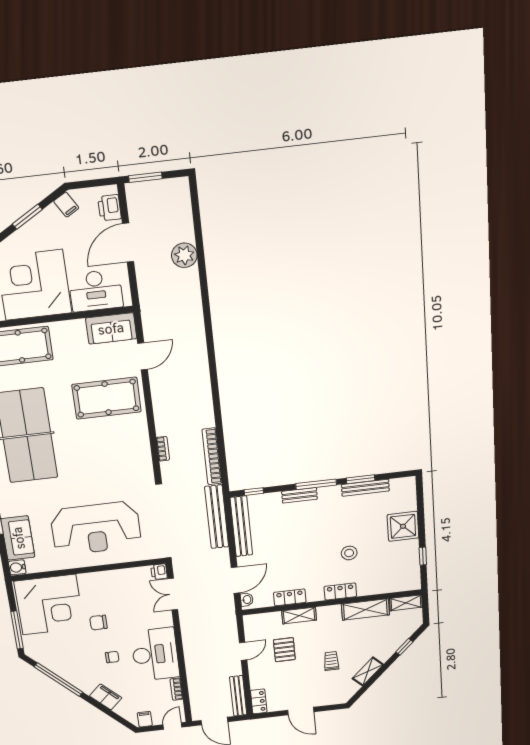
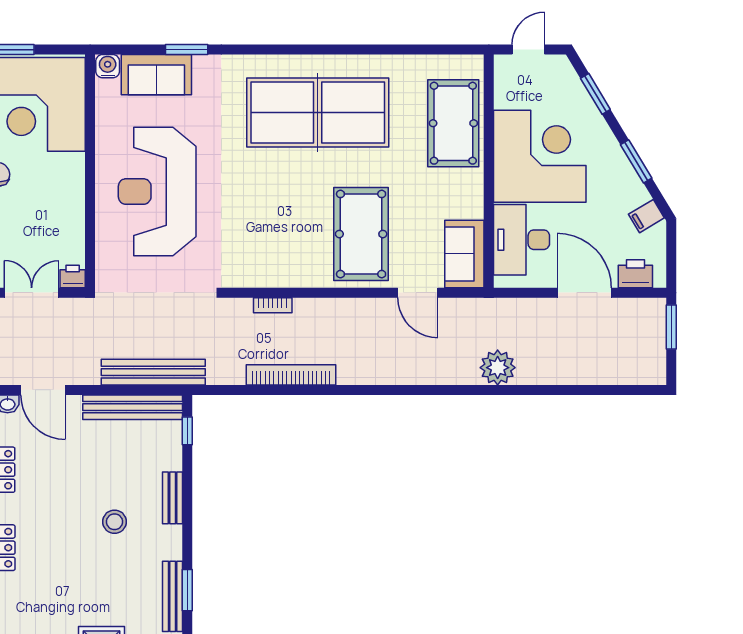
plant: (184, 255) -> (498, 368), moved
bookcase: (212, 456) -> (291, 375), moved
window: (316, 484) -> (187, 524), removed
stool: (349, 553) -> (115, 522), moved

